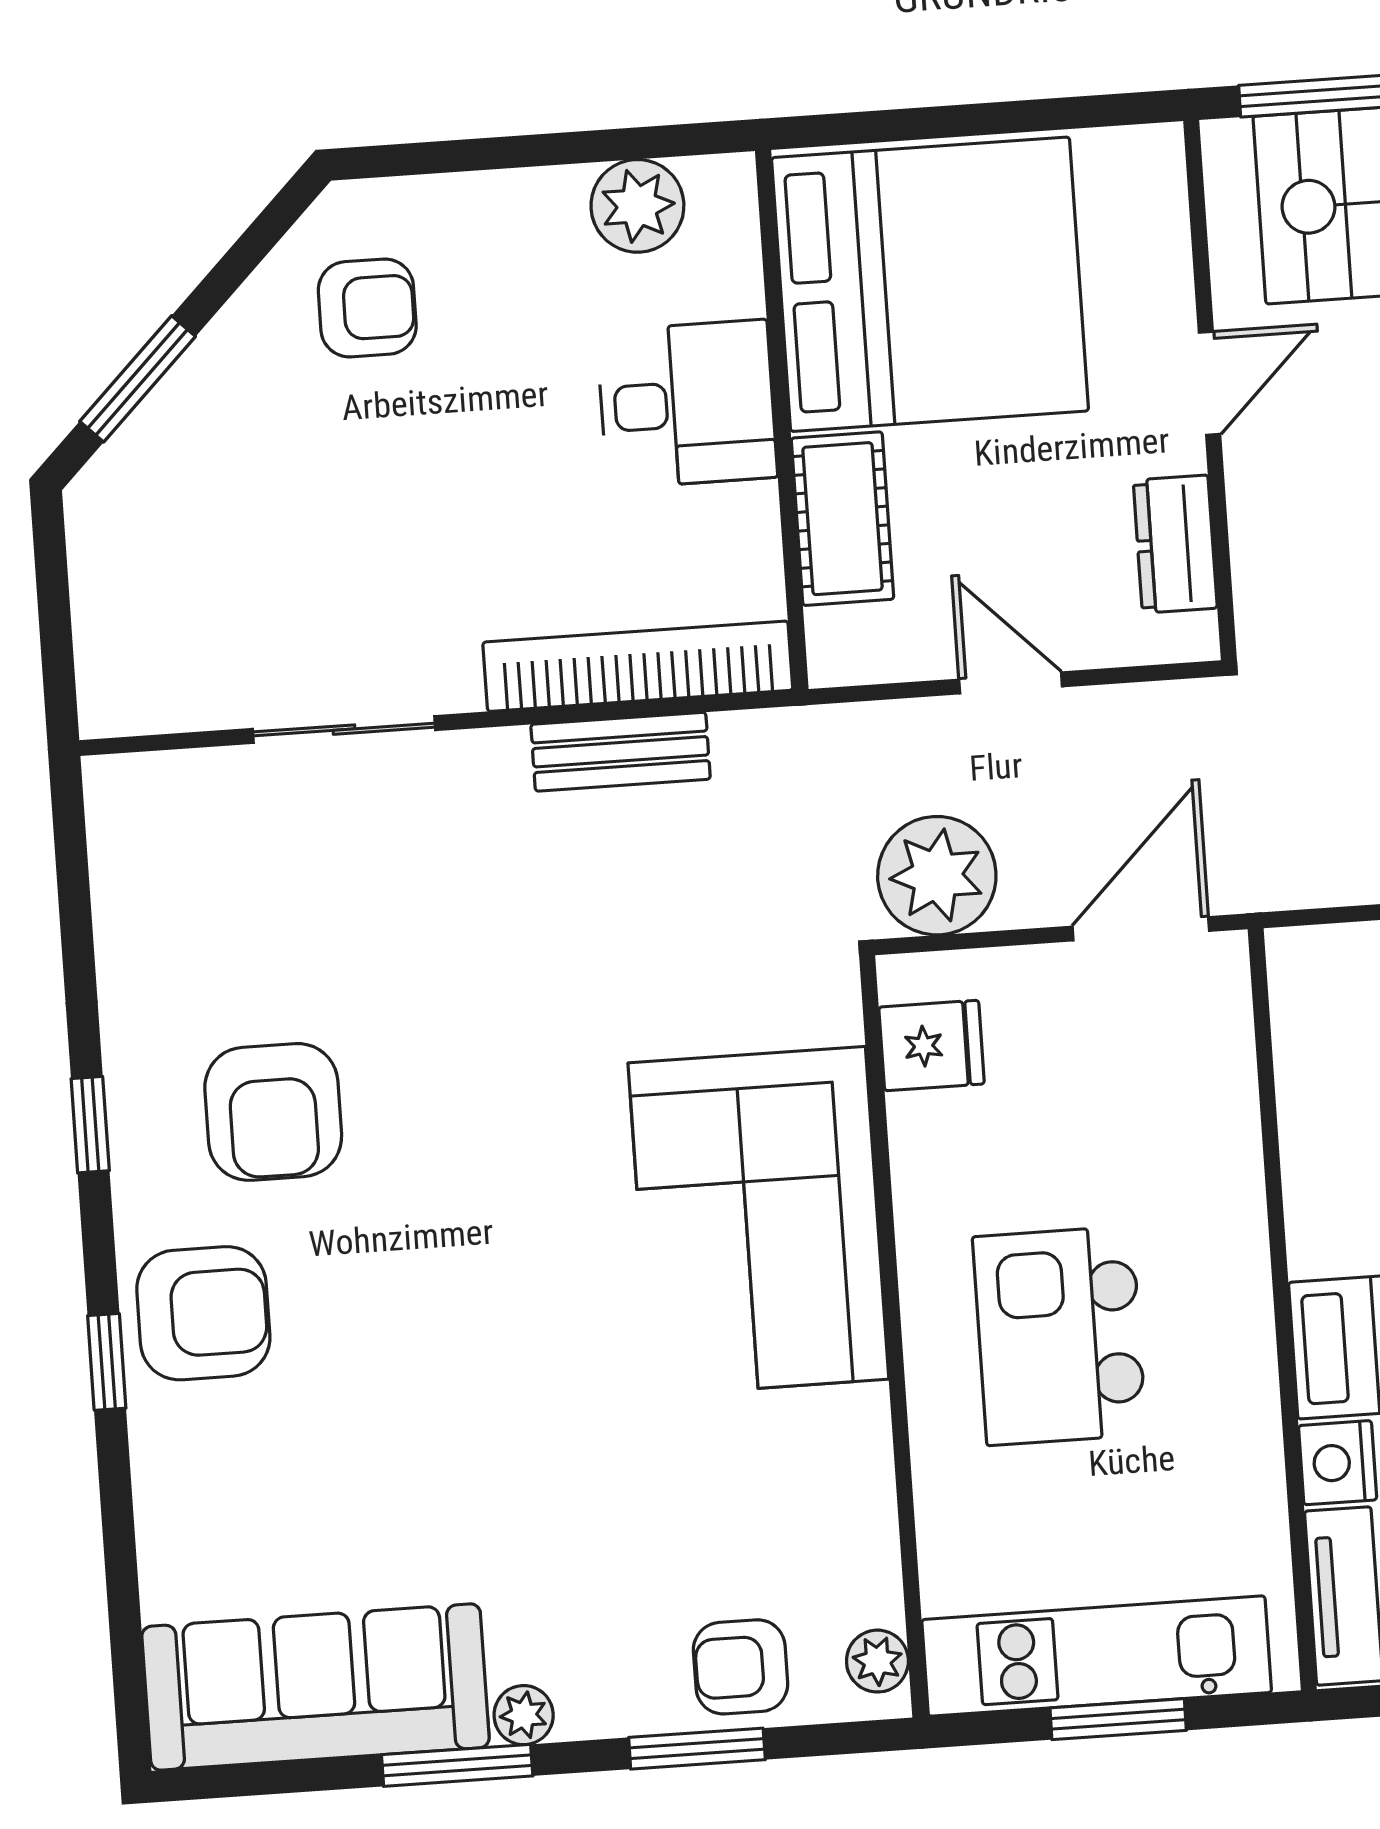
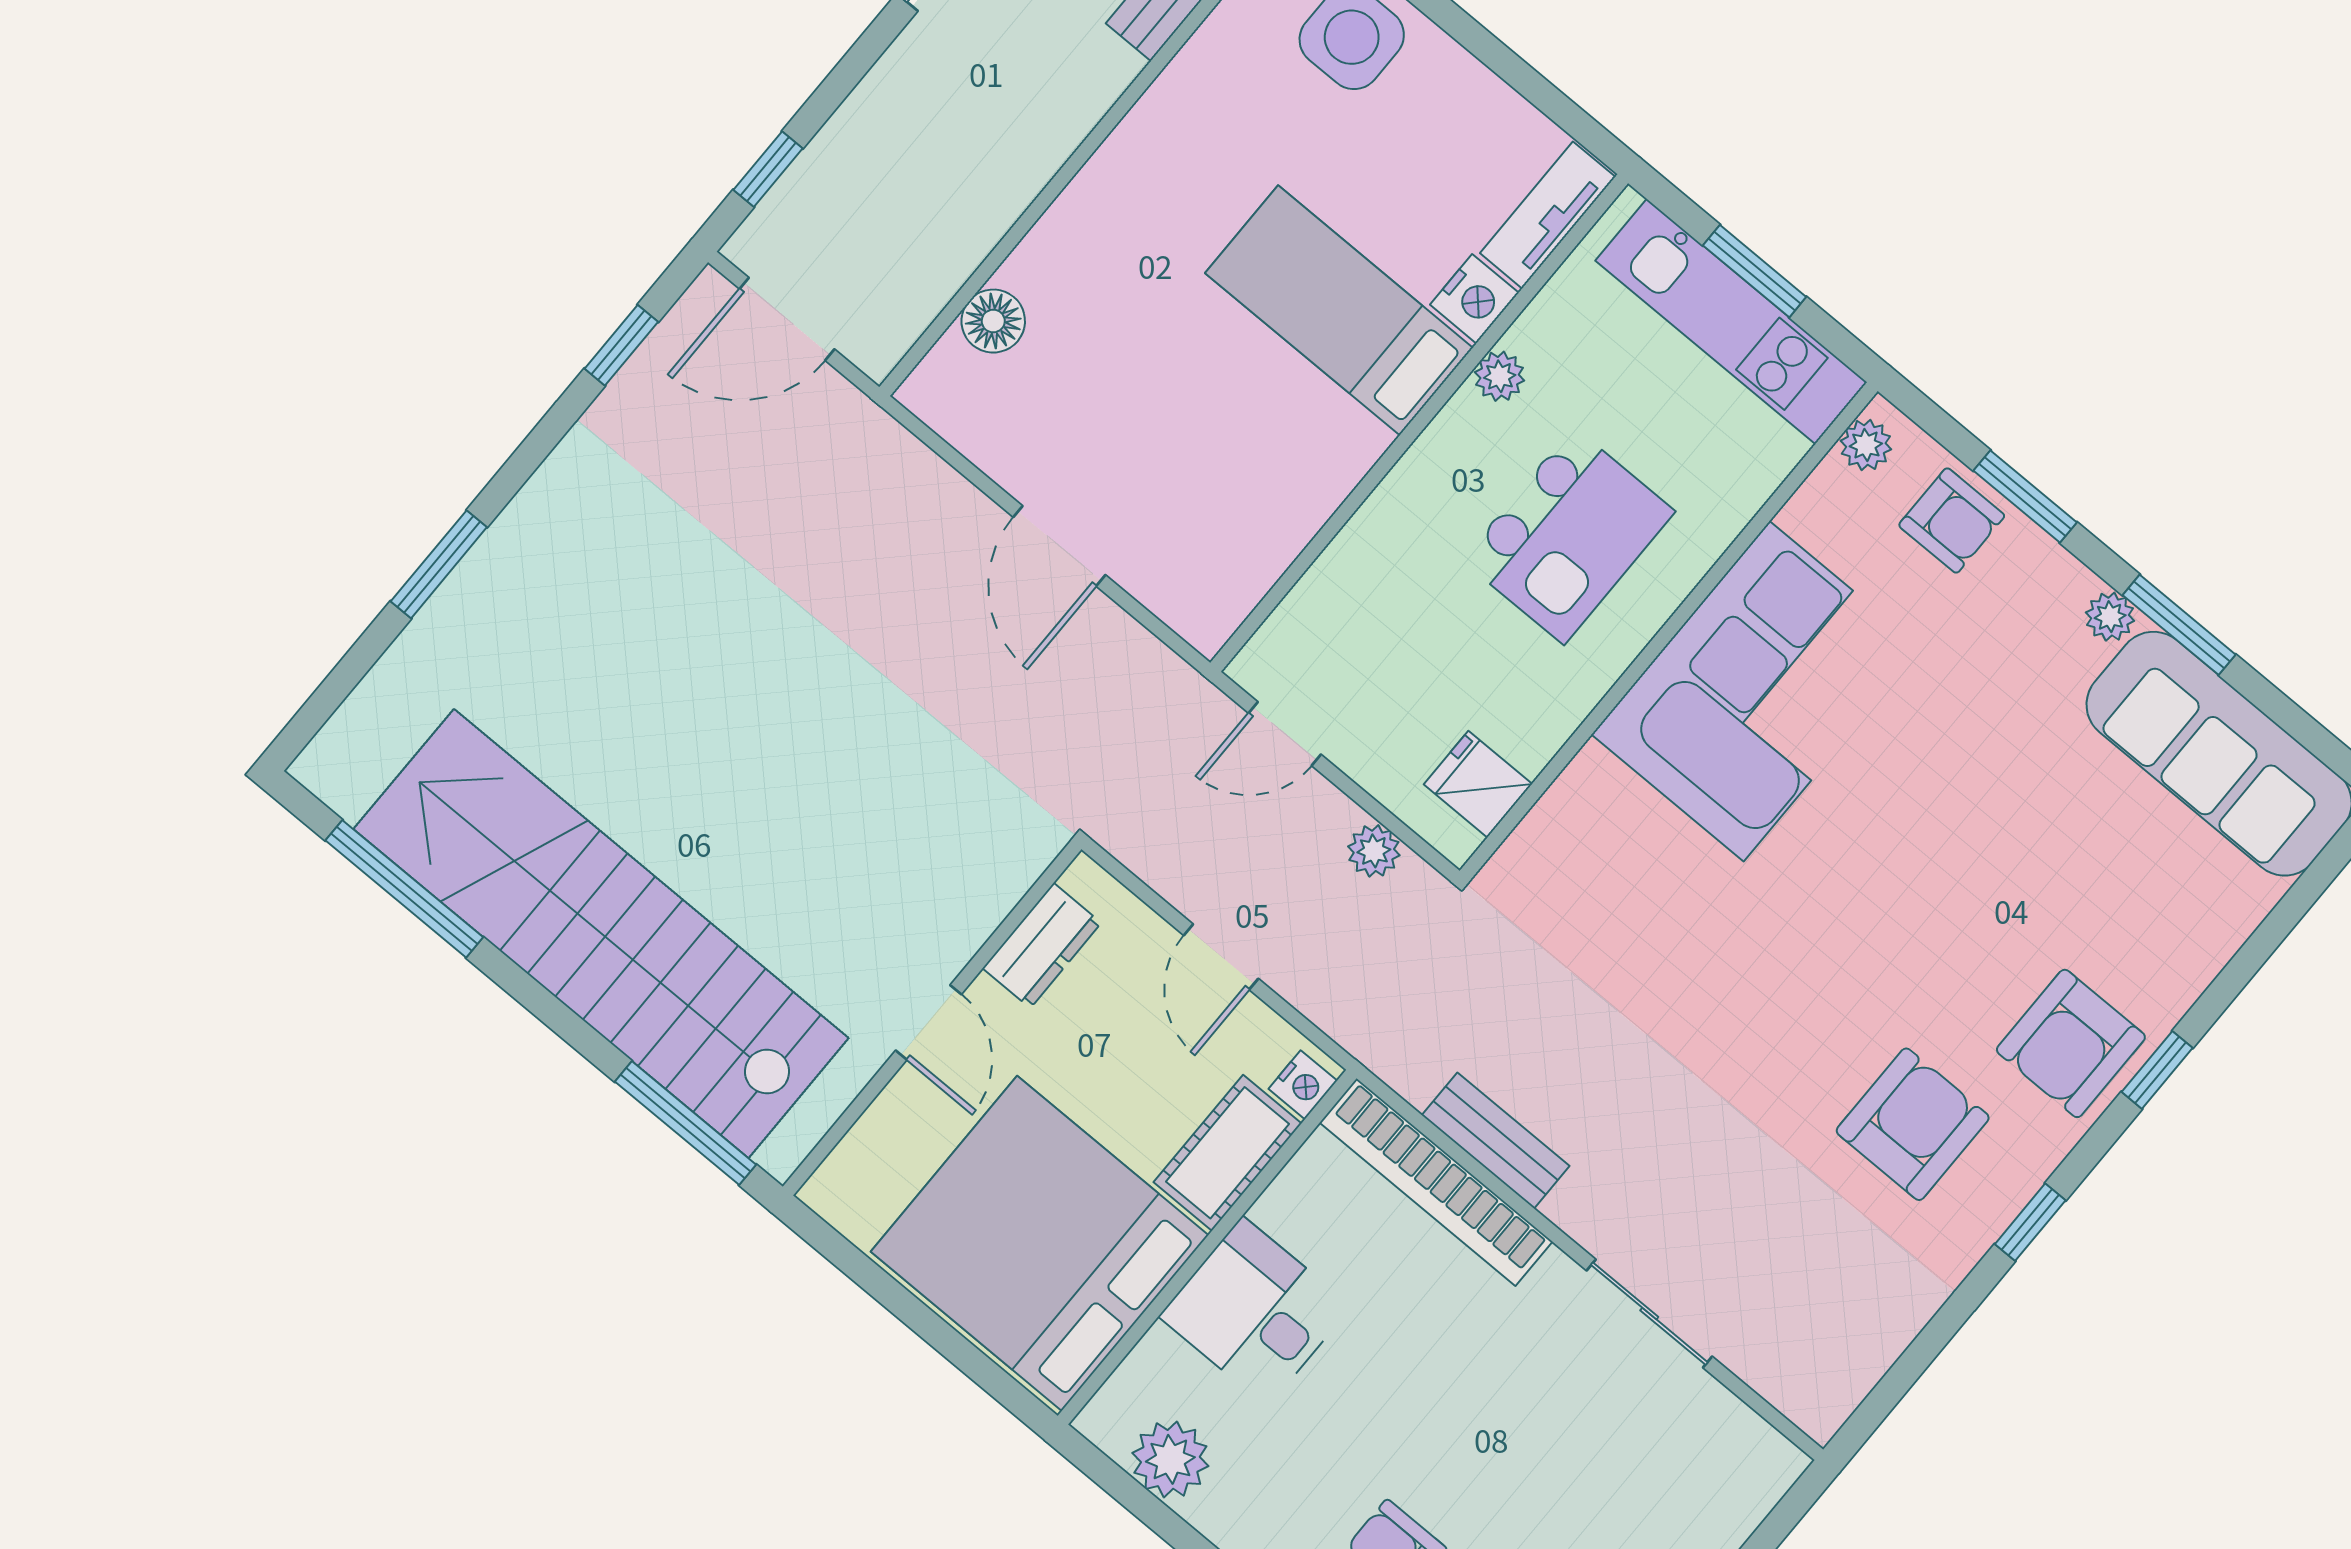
door: (1210, 383) -> (928, 1022), swing flipped
nightstand: (834, 640) -> (1303, 1085), added
plant: (937, 876) -> (1374, 851), width x0.53, depth x0.53
door: (1141, 929) -> (1285, 734), width x0.73
corner sofa: (758, 1221) -> (1756, 691), moved
armchair: (203, 1313) -> (2071, 1043), turned -90
plant: (1251, 1416) -> (1500, 376), added

